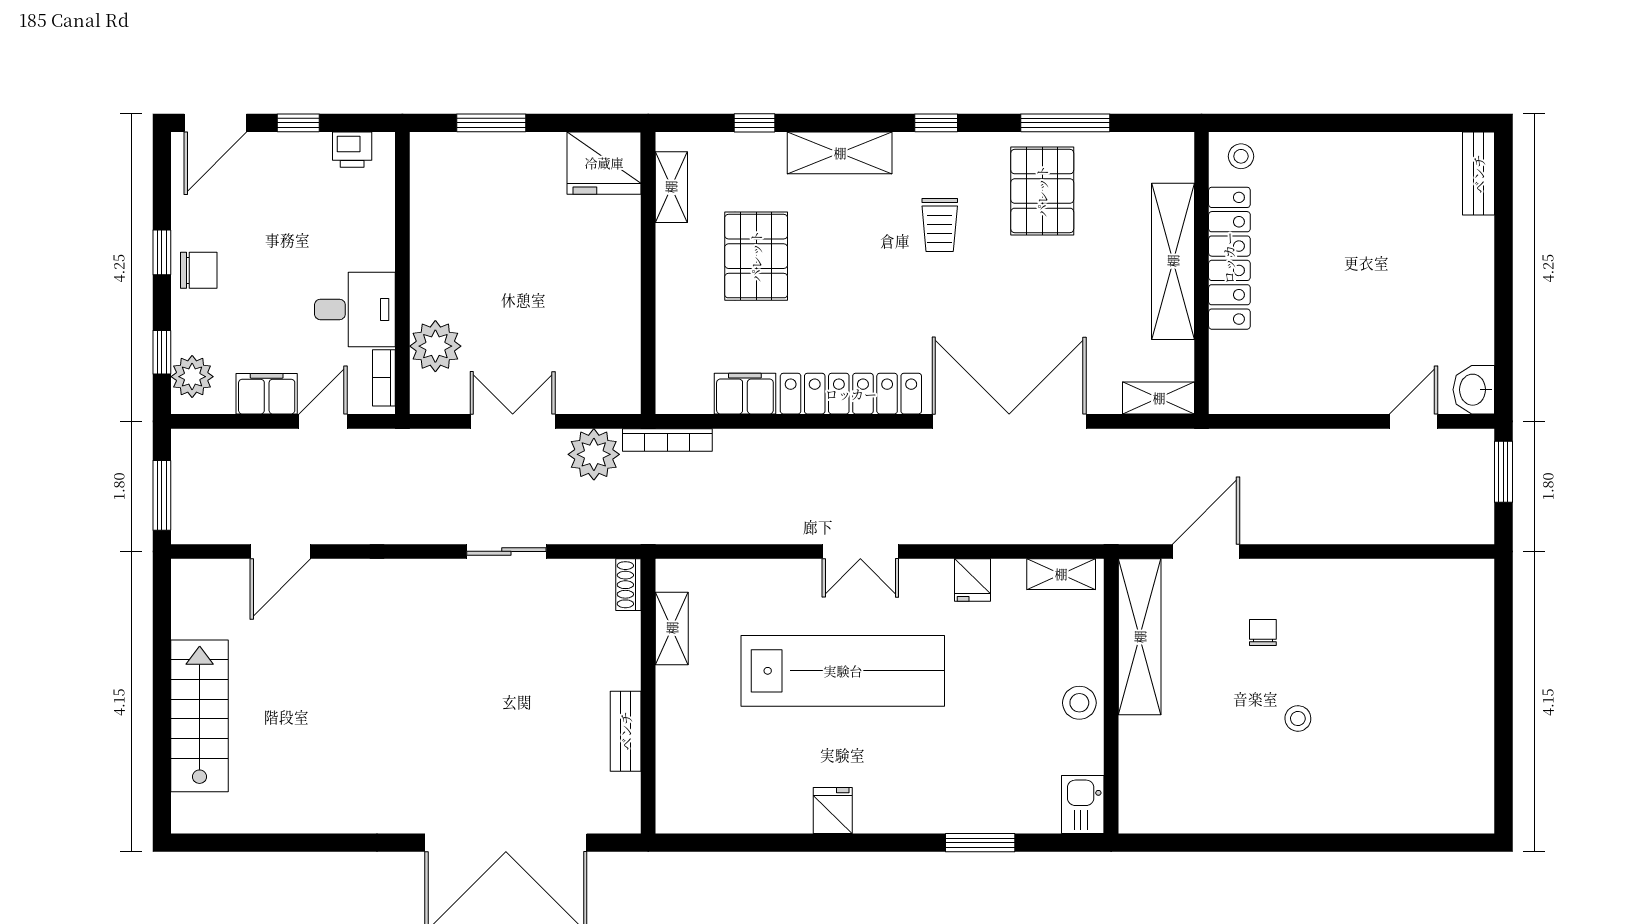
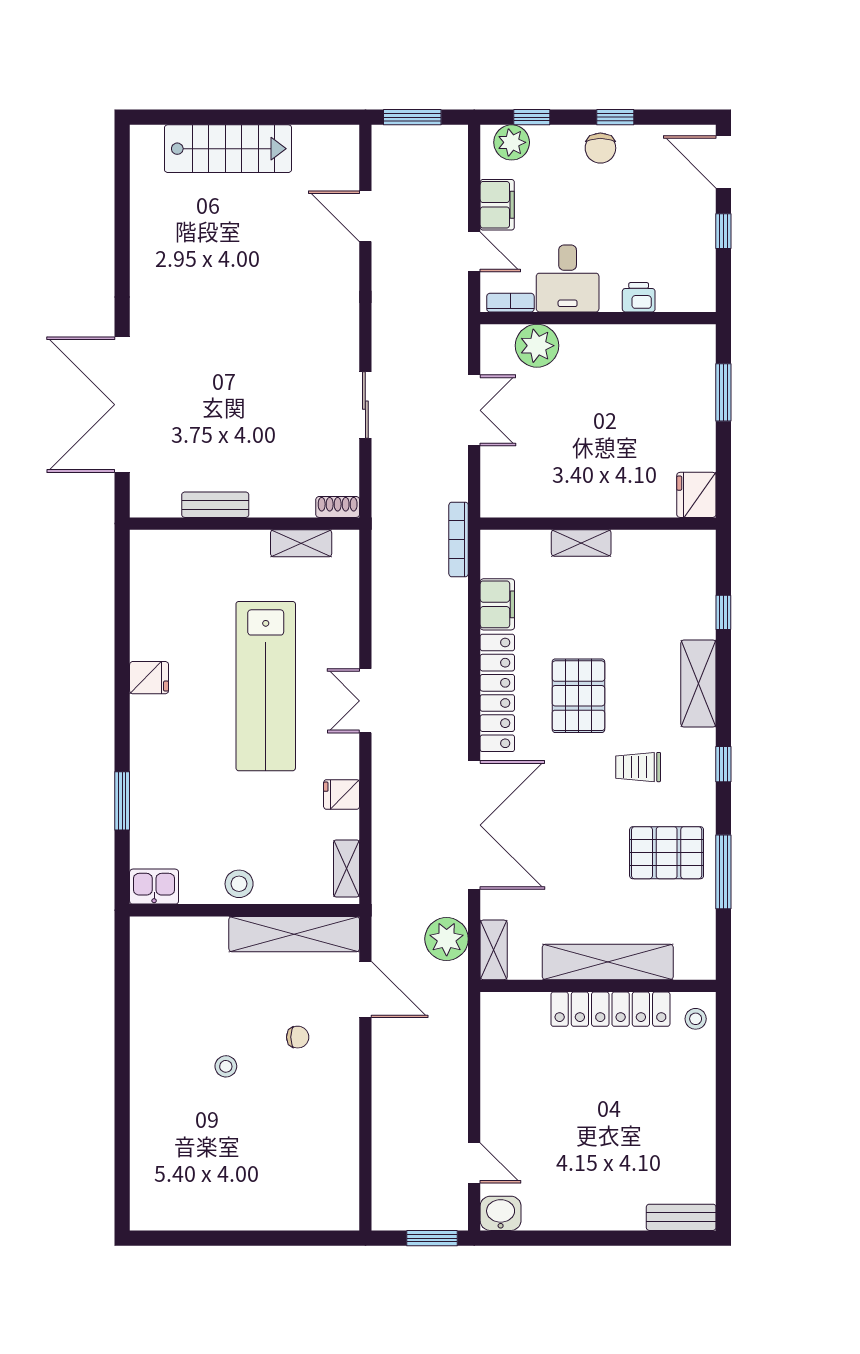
printer: (352, 150) -> (639, 297), moved, turned 90
fridge: (604, 163) -> (696, 495), width x0.73, depth x0.75
shelving: (671, 187) -> (581, 543), moved
pallet: (756, 256) -> (578, 696), moved, turned 90
plant: (594, 454) -> (447, 939), moved

